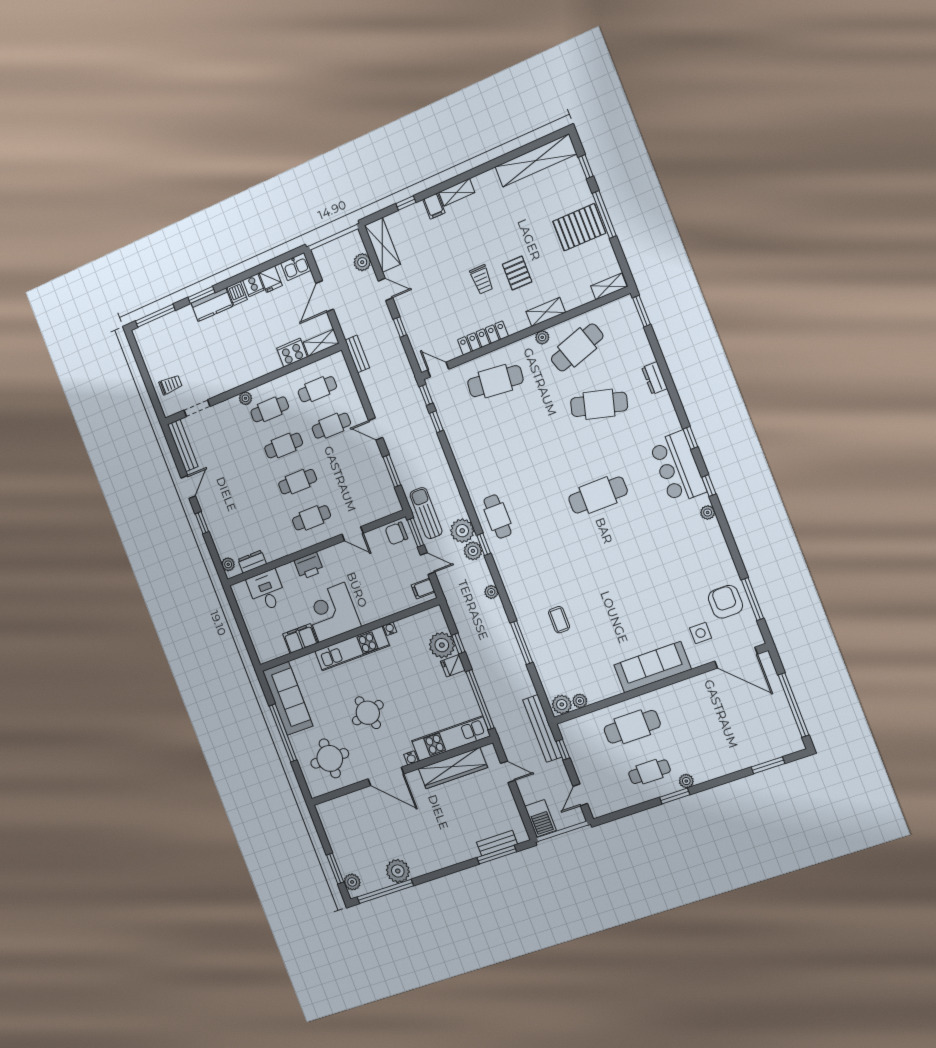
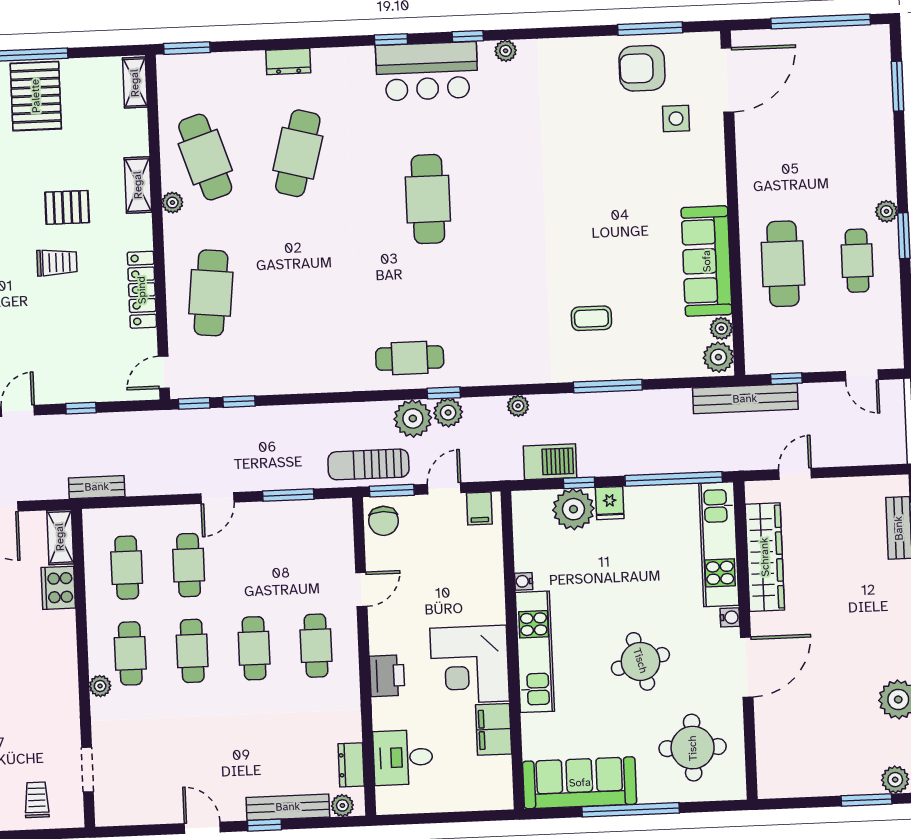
bench: (183, 446) -> (288, 807), moved
sofa: (652, 667) -> (707, 261), moved
barbecue: (540, 818) -> (550, 462), moved

